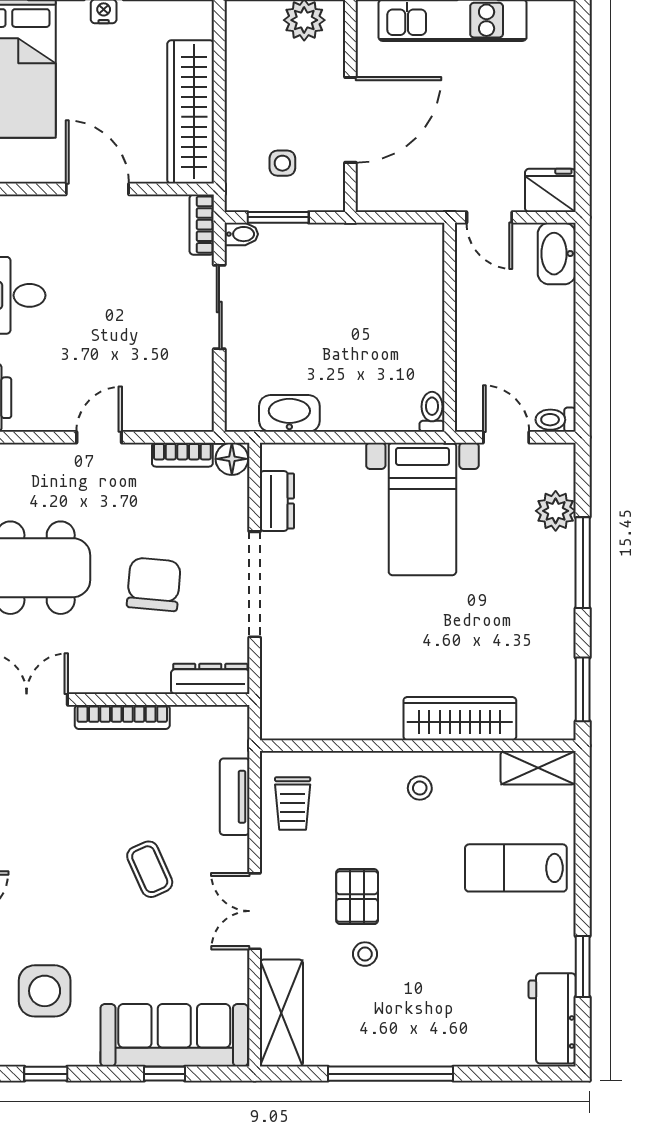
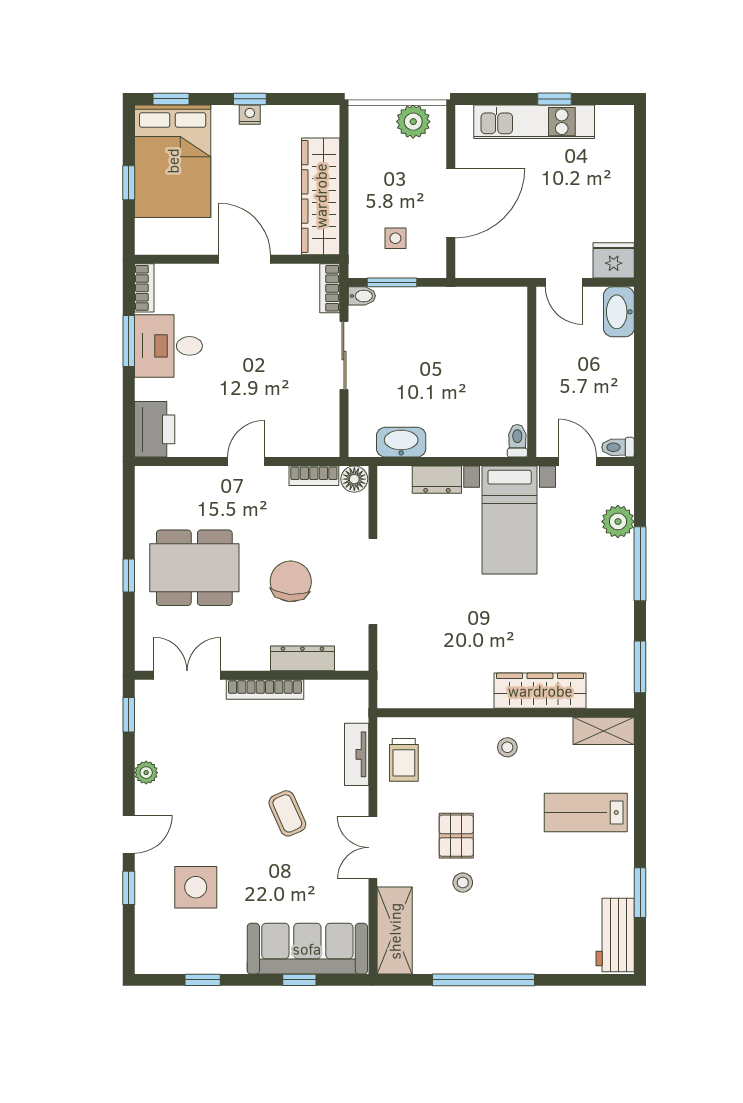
dresser: (277, 501) -> (437, 480), moved, turned 90
dresser: (210, 679) -> (302, 658), moved
side table: (45, 991) -> (196, 887), moved

